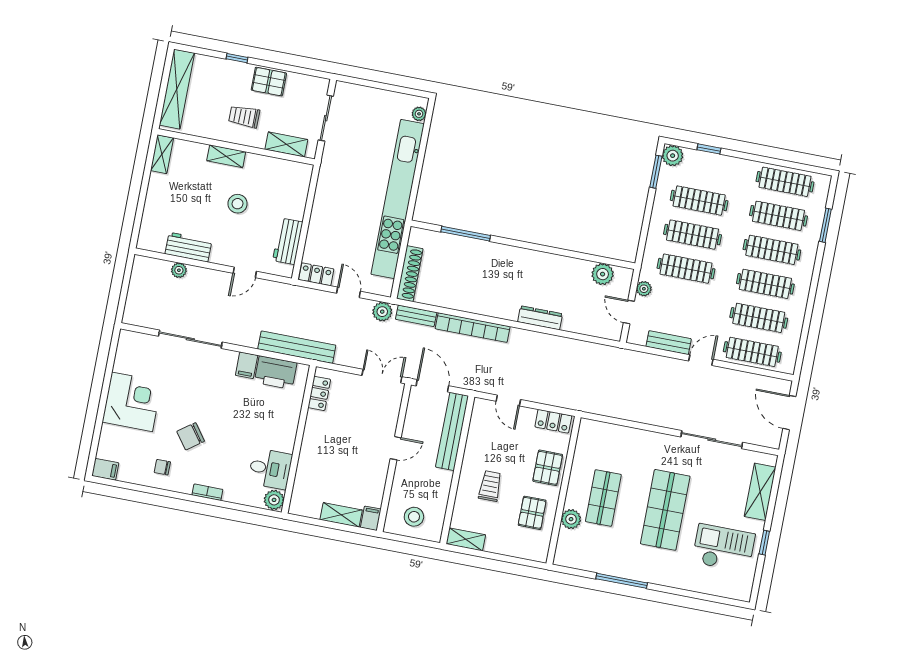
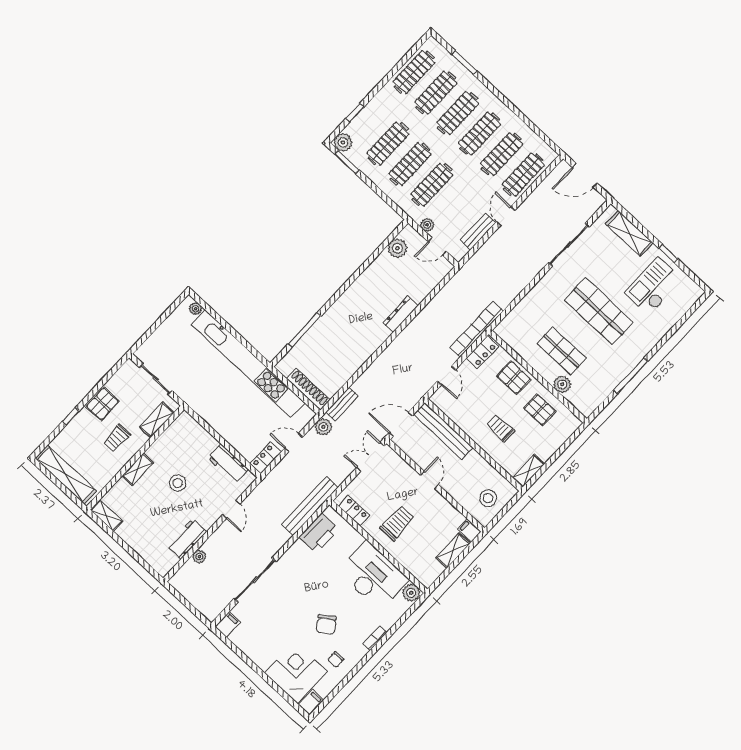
bookcase: (473, 328) -> (476, 329), moved, turned 180
filing cabinet: (247, 365) -> (228, 624), moved, turned -90
door: (508, 400) -> (446, 375), hinge flipped
corner desk: (132, 402) -> (296, 672), moved
trolley: (334, 443) -> (397, 523), added
desk: (270, 469) -> (373, 576), width x1.87, depth x1.30

